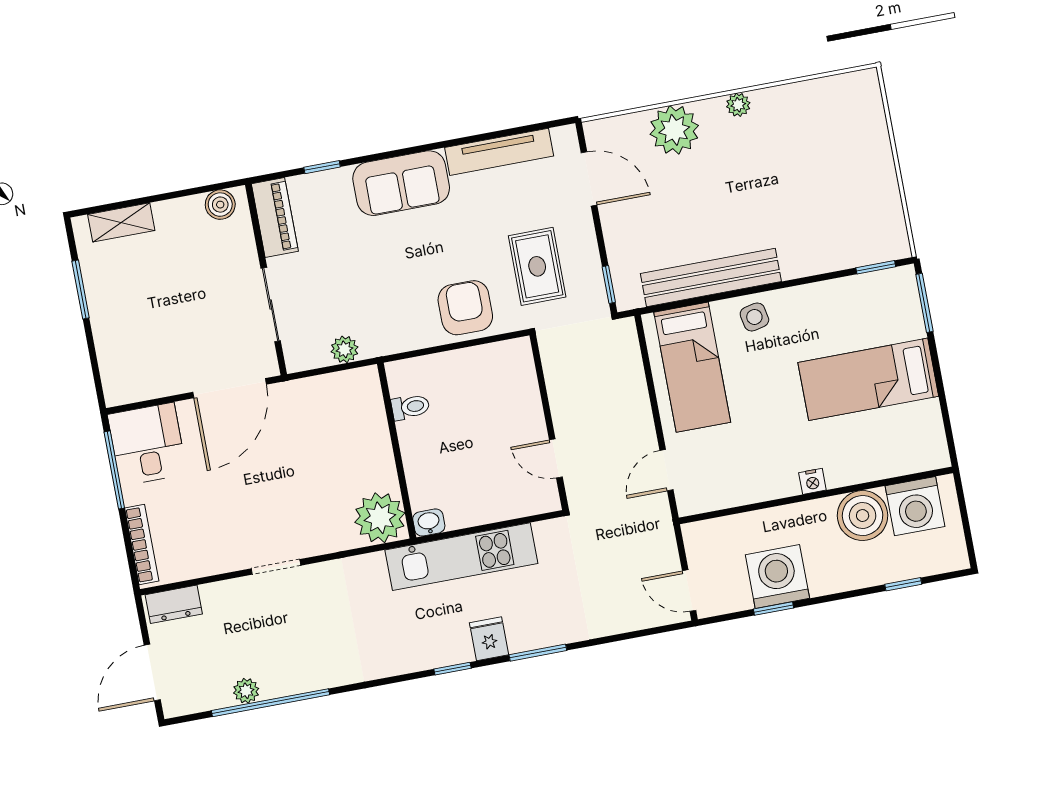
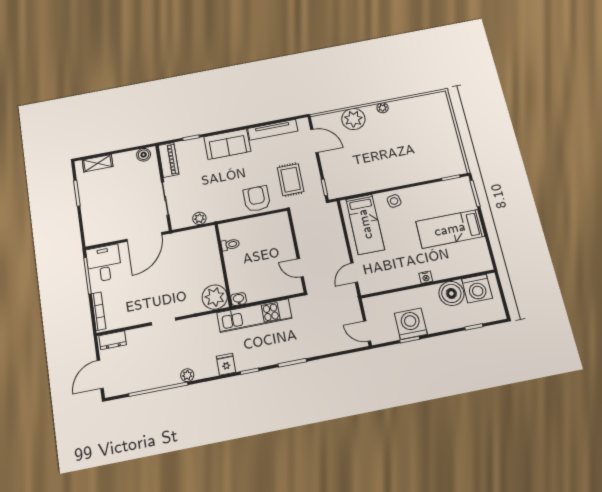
bench: (711, 277) -> (373, 183), removed
fridge: (489, 639) -> (226, 364), moved
plant: (246, 691) -> (187, 375), moved

